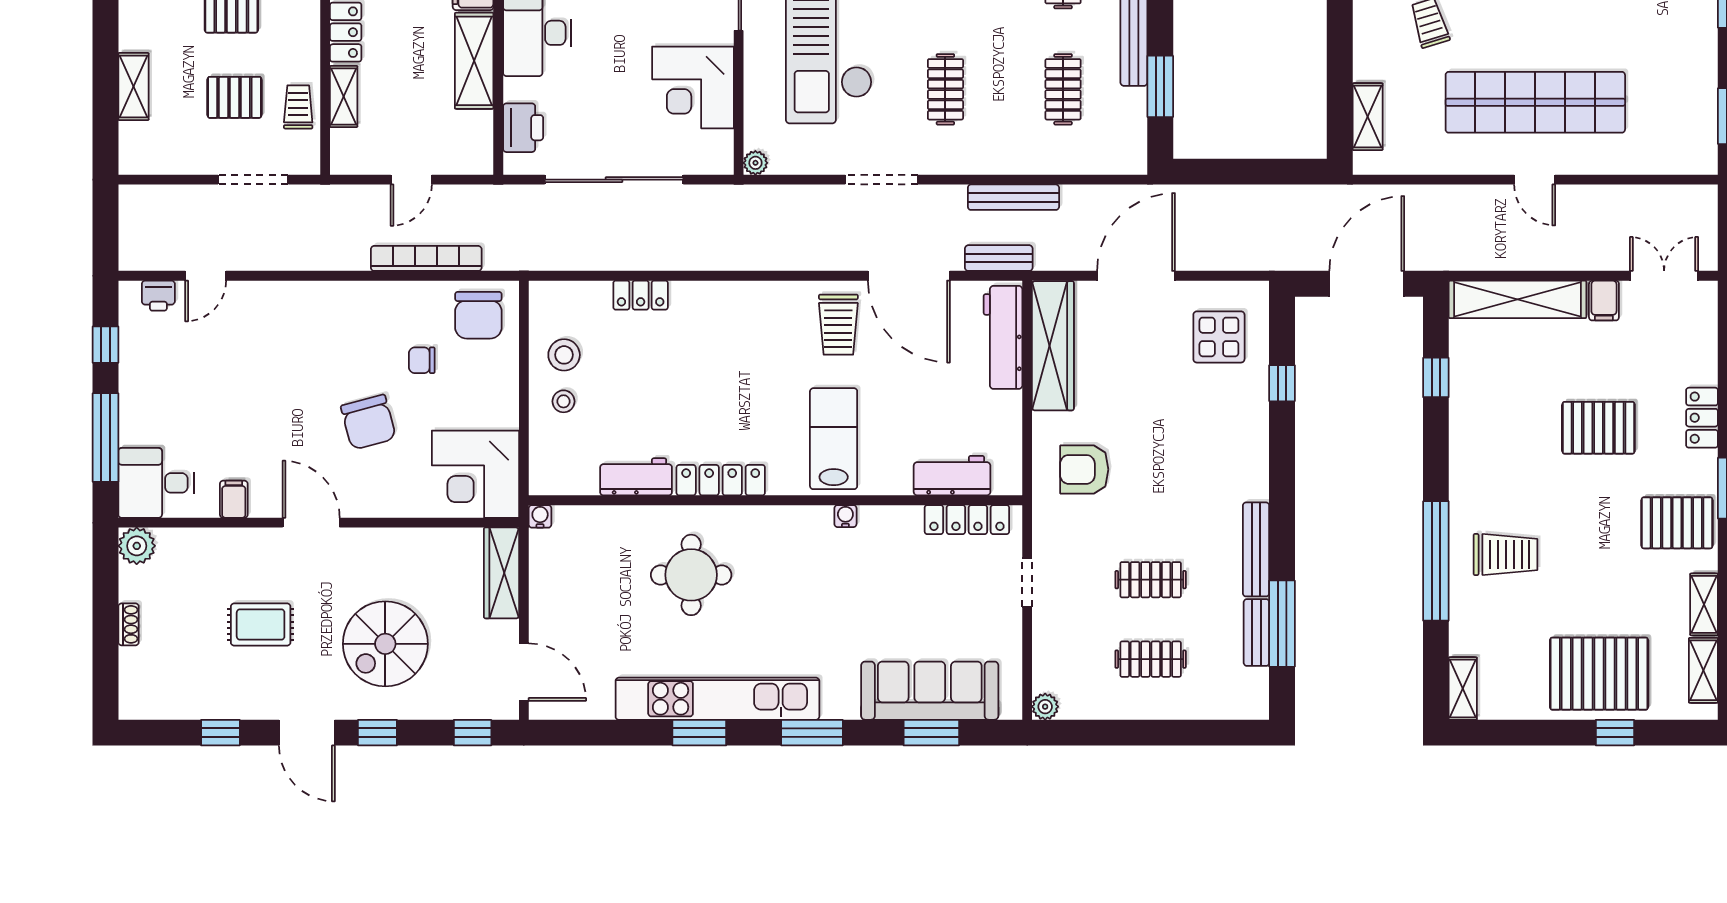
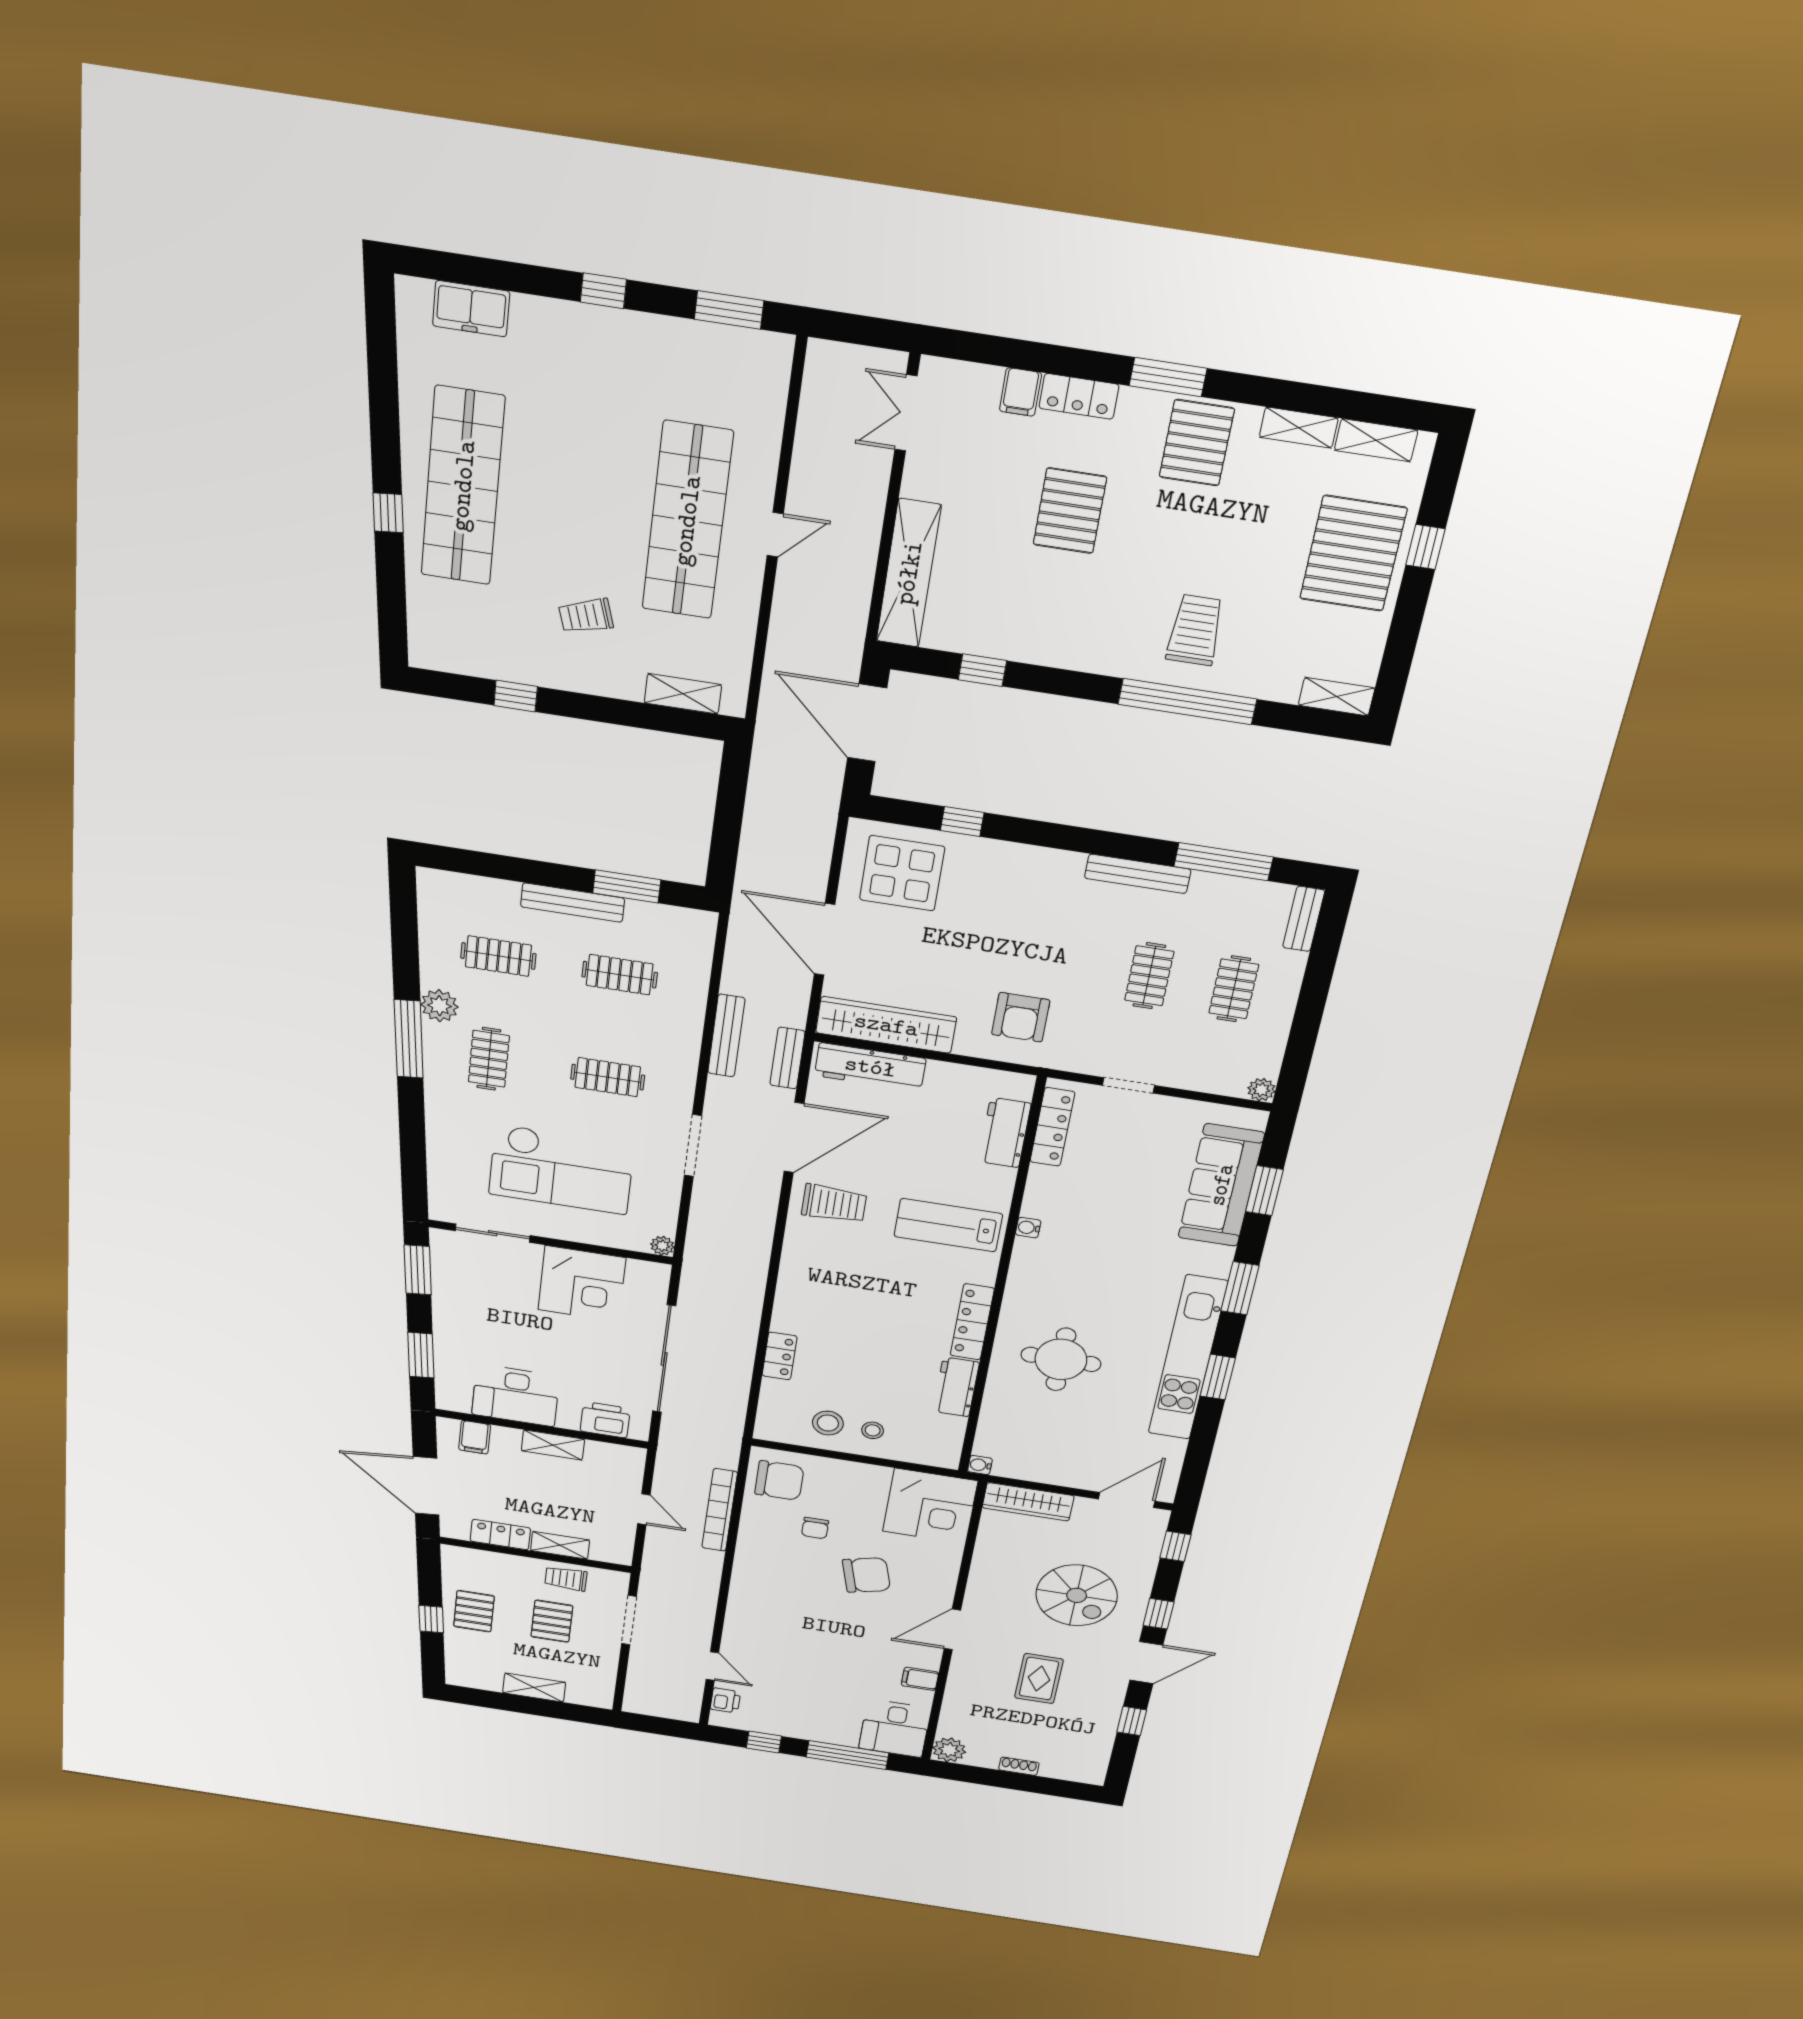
shelving: (474, 61) -> (553, 1445), width x0.67, depth x0.75
filing cabinet: (1604, 301) -> (1020, 392), moved, turned 90
display table: (1219, 337) -> (902, 873), width x1.36, depth x1.36
bench: (1256, 632) -> (1304, 919), moved, turned 90

